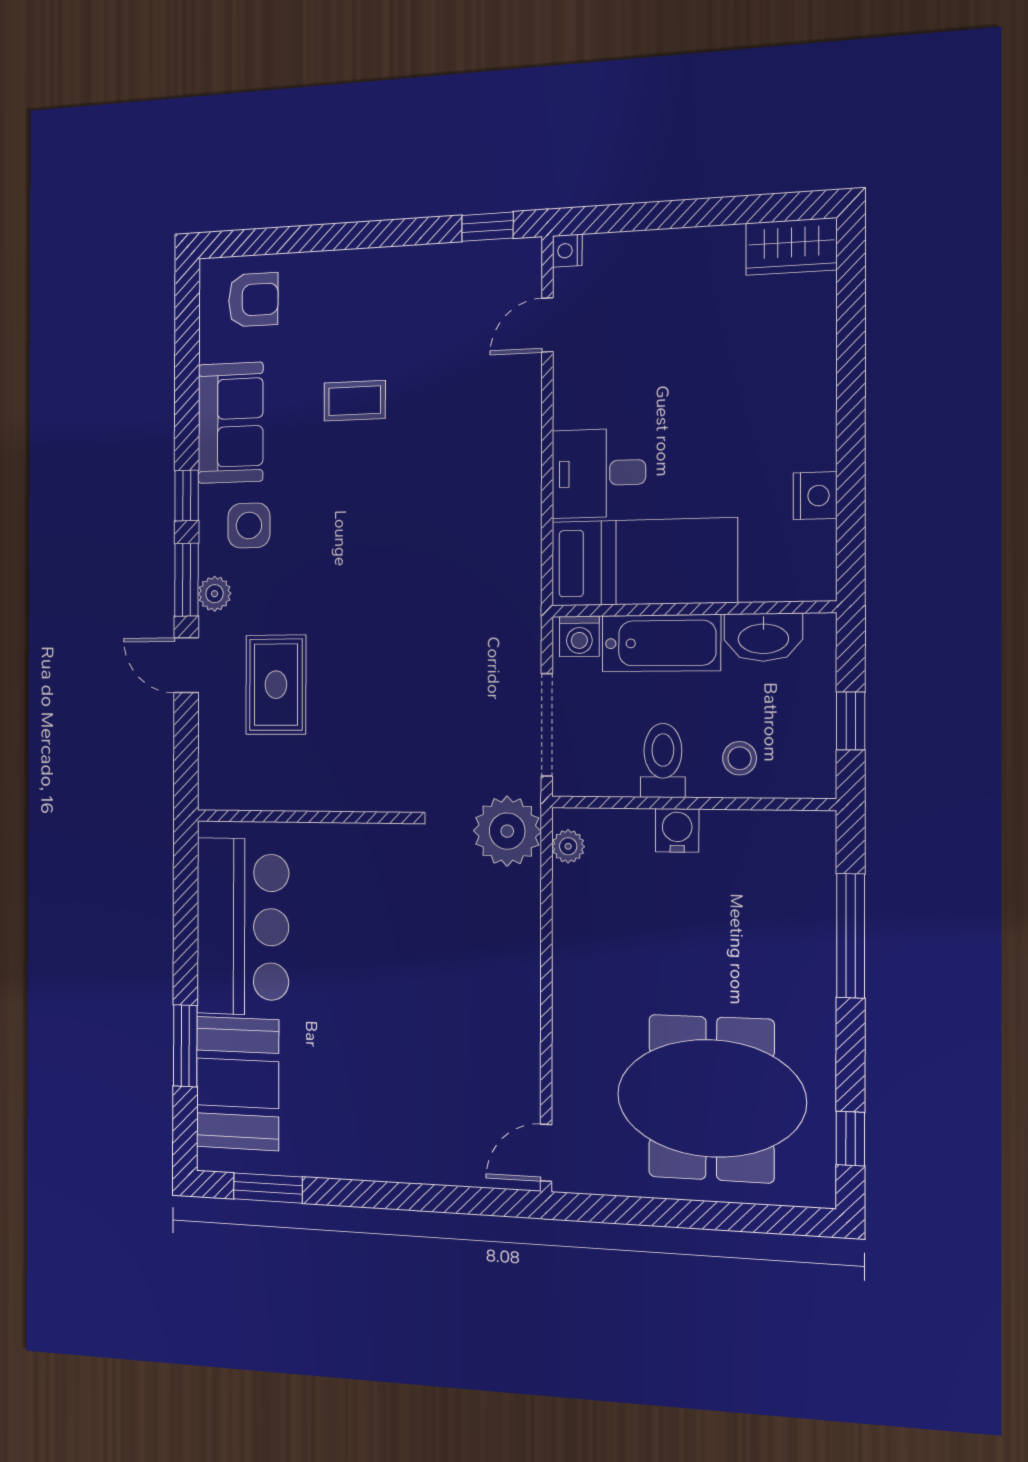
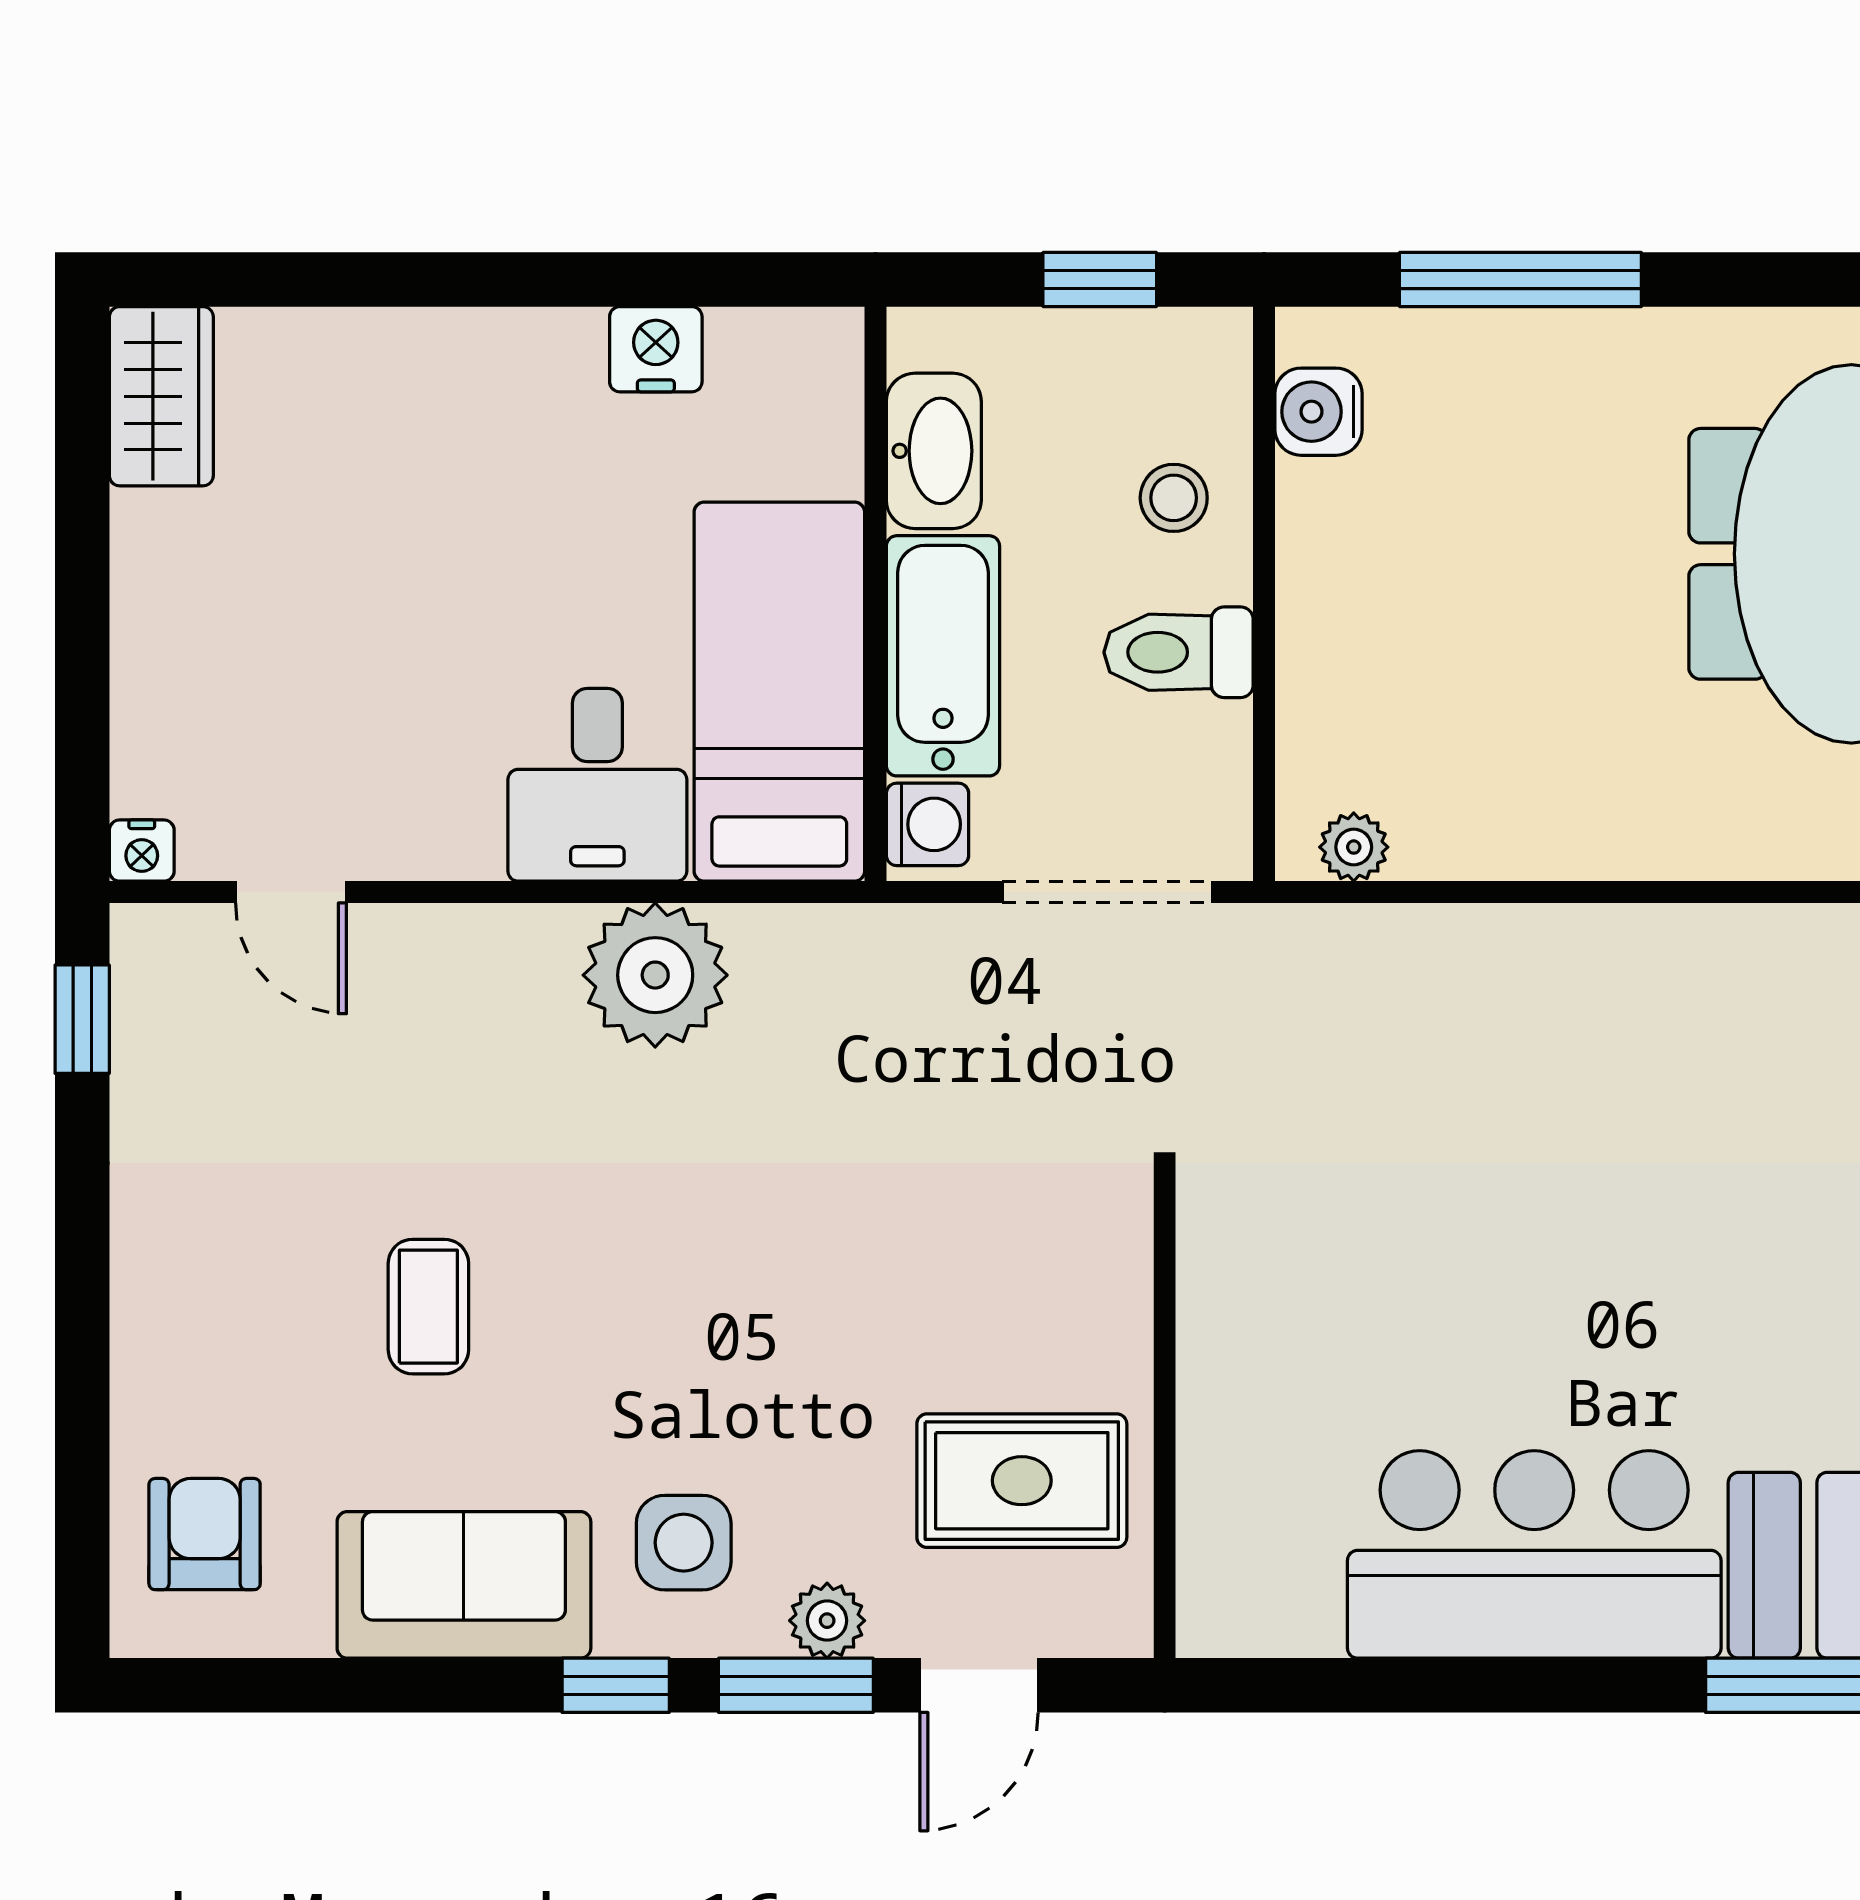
wall: (304, 817) -> (1165, 1416), moved
water cooler: (677, 830) -> (1318, 412), moved
plant: (507, 831) -> (655, 975), moved

